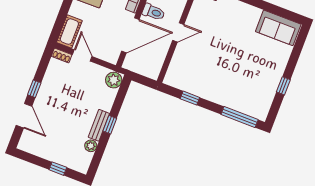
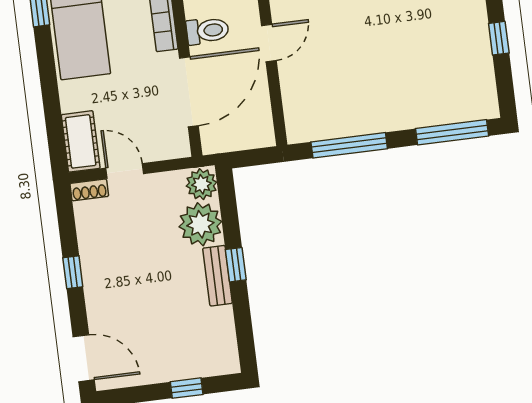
window: (190, 98) -> (349, 145), width x2.17
door: (24, 116) -> (84, 358), moved
plant: (91, 146) -> (200, 224), moved, width x1.88, depth x1.88

